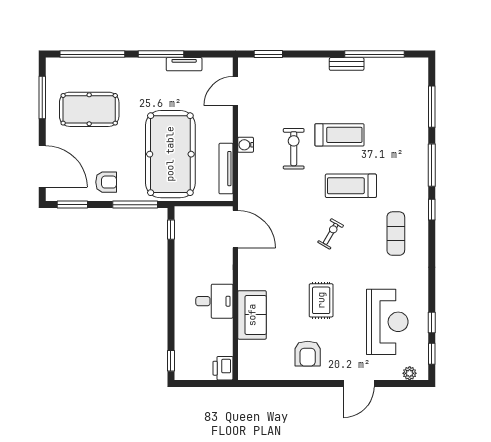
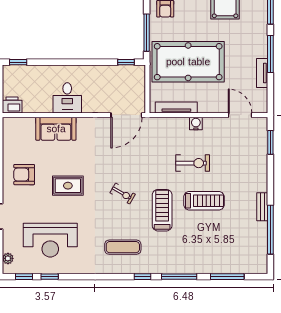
treadmill: (339, 135) -> (204, 201), turned -90

